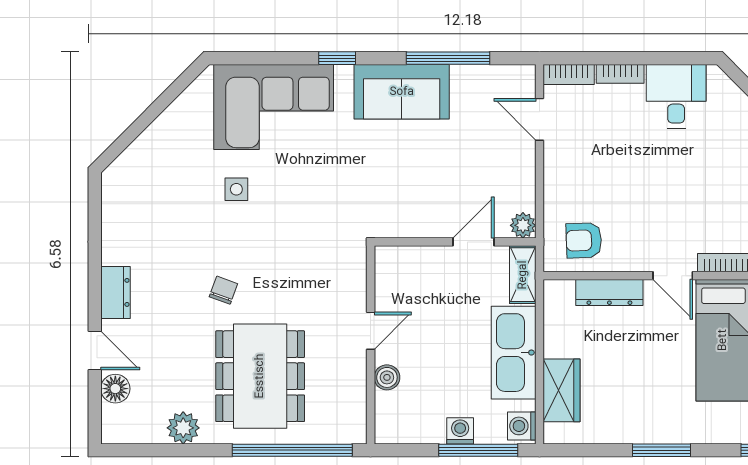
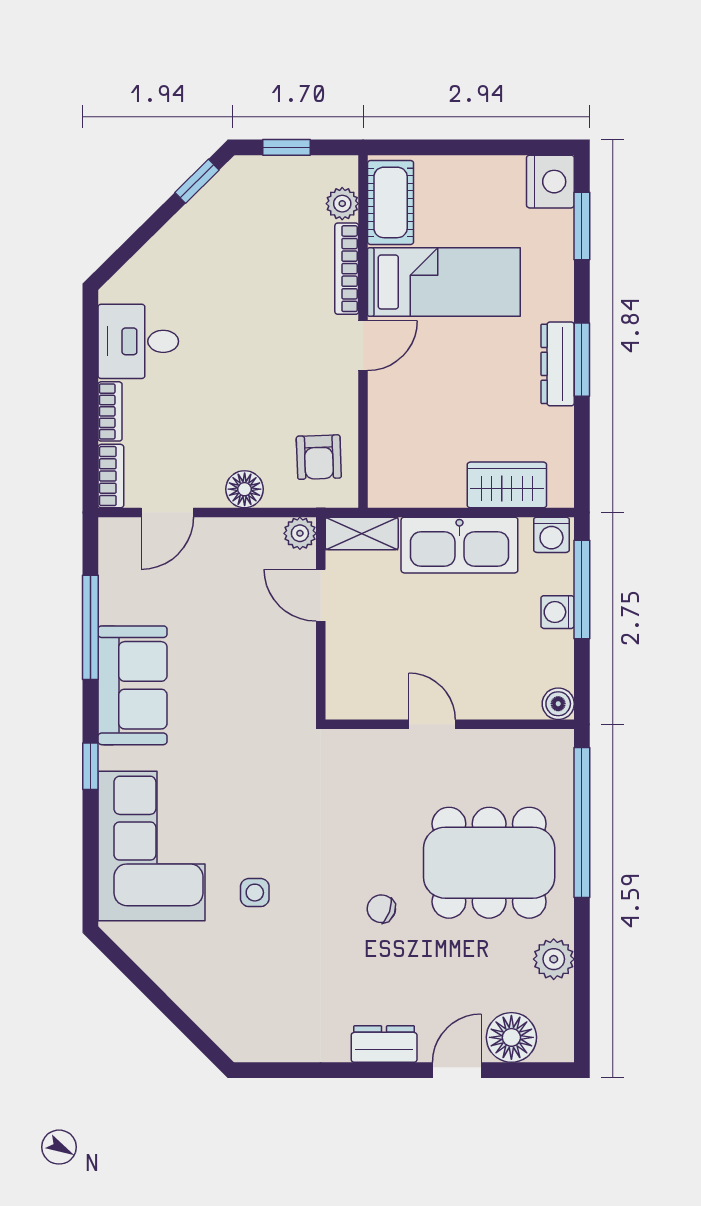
floor lamp: (558, 181) -> (245, 489), added
dresser: (609, 292) -> (558, 364), moved, turned 180
boiler: (387, 377) -> (558, 704), moved
floor lamp: (115, 389) -> (511, 1037), width x1.38, depth x1.38

